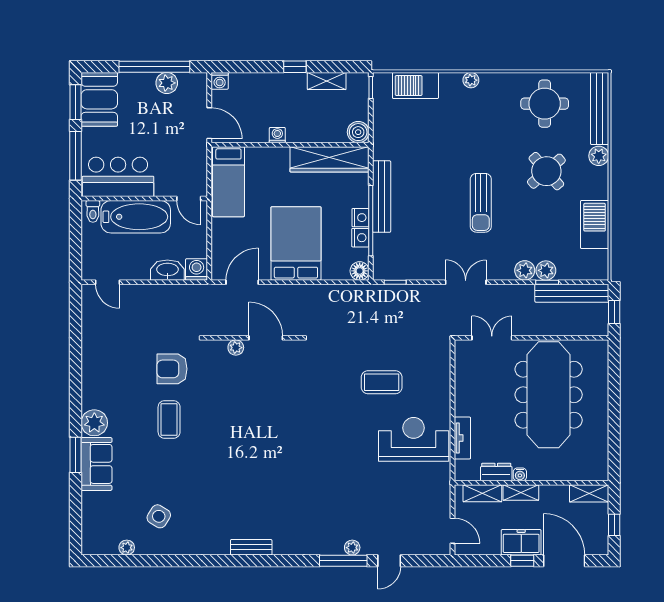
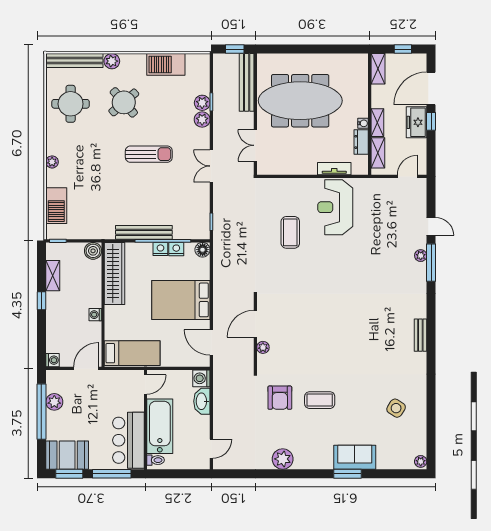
bench: (572, 293) -> (247, 82), moved
plant: (94, 423) -> (283, 459), moved
plant: (127, 548) -> (421, 461), moved

